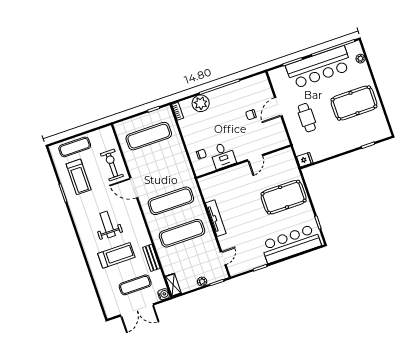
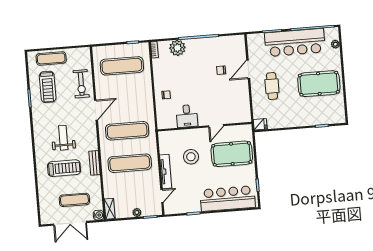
desk: (223, 155) -> (187, 116), moved
door: (255, 158) -> (216, 126), moved
wall: (244, 162) -> (205, 127), moved
exercise bike: (112, 165) -> (81, 84), turned 180
door: (134, 188) -> (96, 110), swing flipped
stool: (243, 211) -> (191, 157), added
tv unit: (216, 218) -> (166, 172), moved
bench: (151, 258) -> (94, 163), moved

